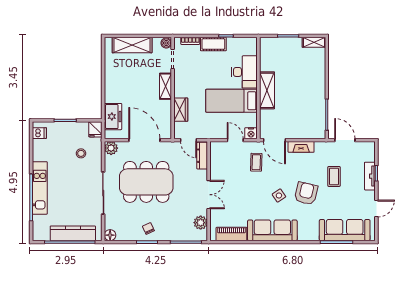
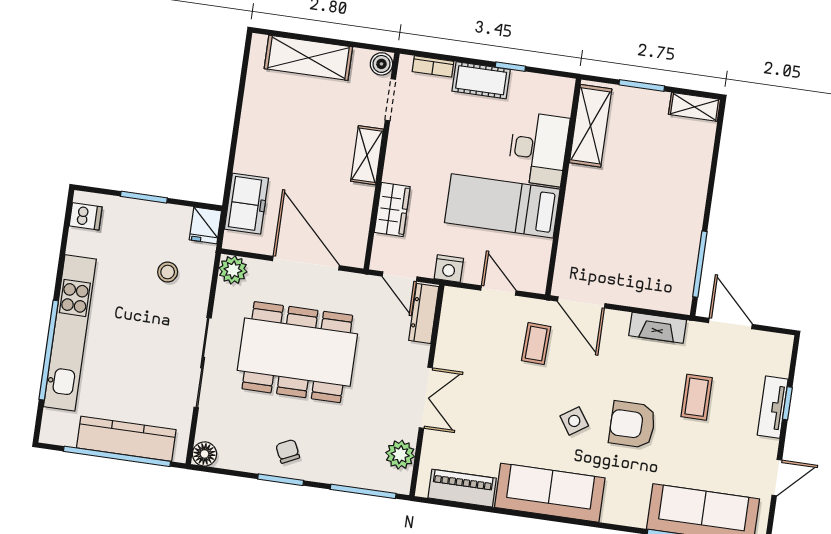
shelving: (267, 90) -> (591, 126), moved
nightstand: (251, 133) -> (449, 269), moved
fireplace: (301, 147) -> (658, 328), moved
kitchen unit: (40, 188) -> (70, 333), width x1.36
armchair: (306, 193) -> (632, 425), turned -103

